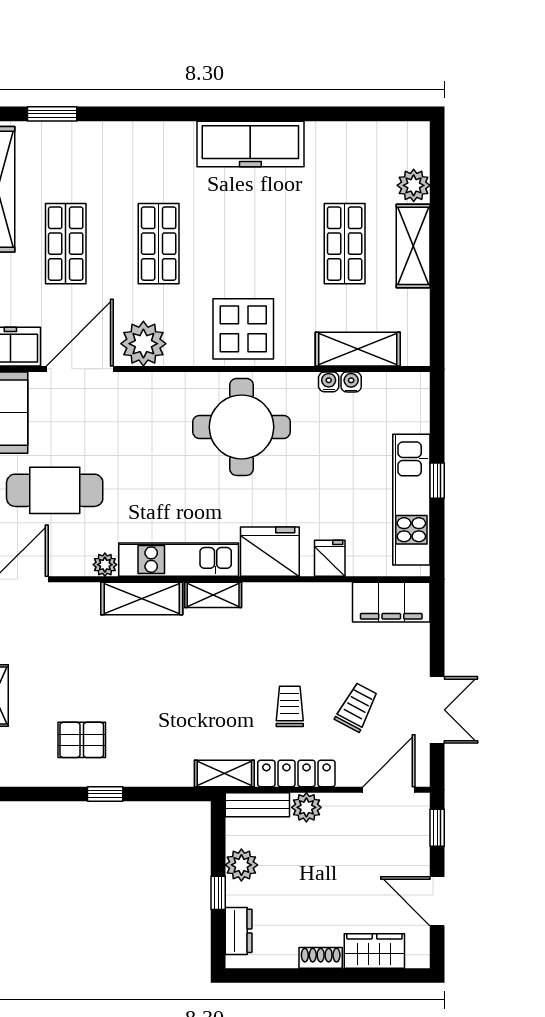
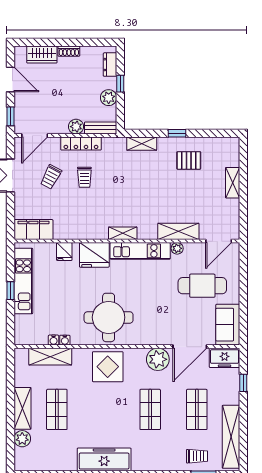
trolley: (65, 150) -> (197, 456), added
shelving: (142, 599) -> (178, 231), moved
shelving: (224, 773) -> (142, 144), moved

